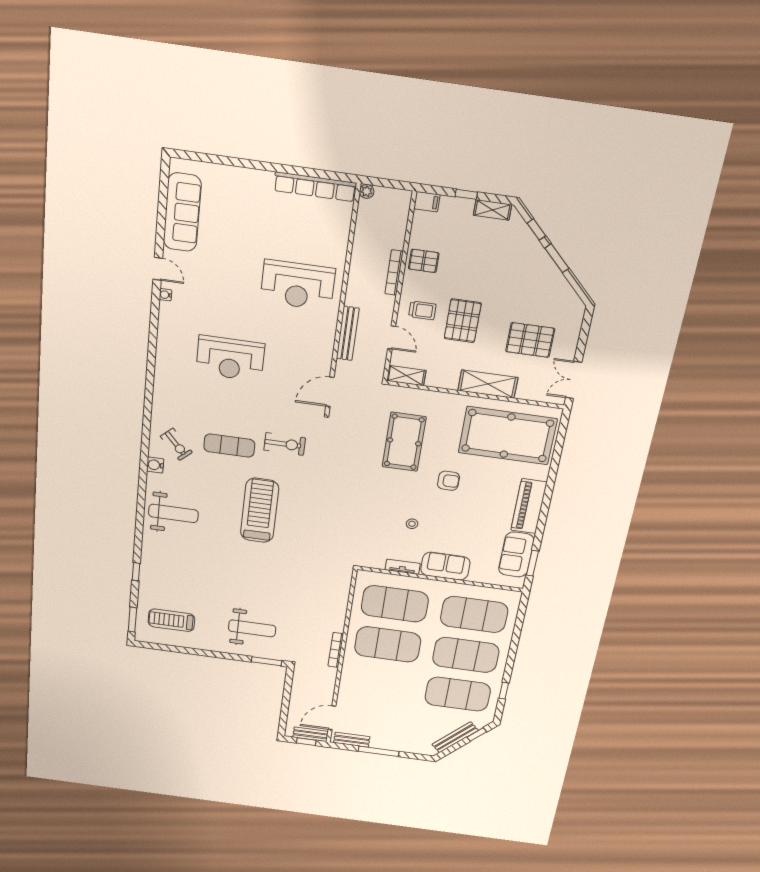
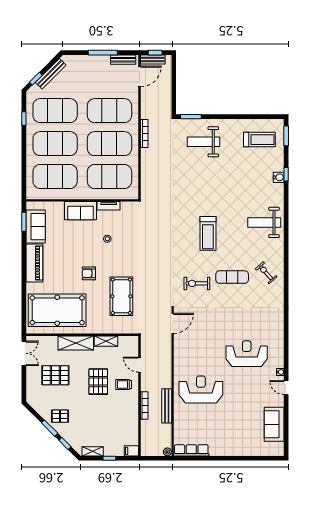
row of seats: (315, 187) -> (191, 450), width x0.73
sofa: (182, 212) -> (274, 424), width x0.73
pallet: (424, 261) -> (60, 416), moved
bench: (348, 333) -> (167, 406), moved
reception desk: (230, 358) -> (247, 354), moved
shelving: (406, 376) -> (106, 341), moved
water cooler: (155, 465) -> (279, 177), moved
treadmill: (260, 510) -> (208, 233), width x0.73, depth x0.73
exercise mat: (381, 684) -> (109, 111), added

